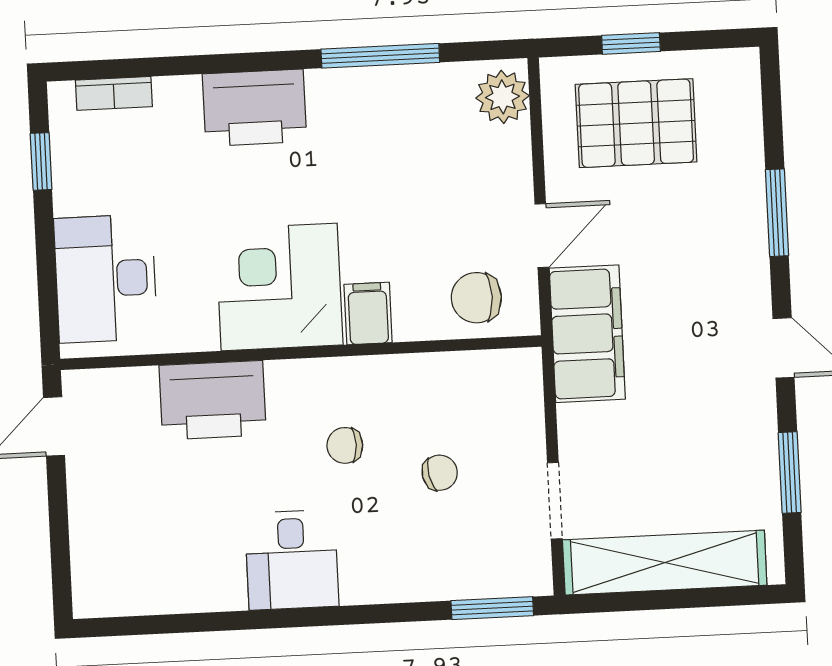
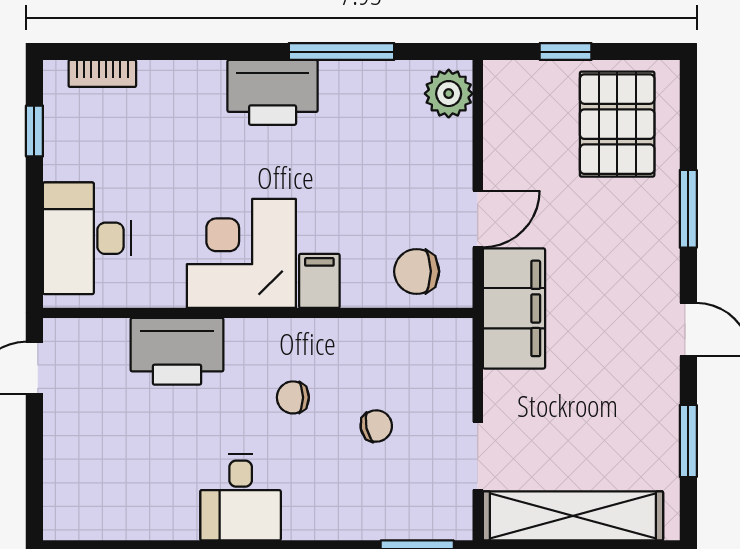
printer: (254, 108) -> (273, 92), moved
pallet: (636, 123) -> (617, 124), moved, turned 90

